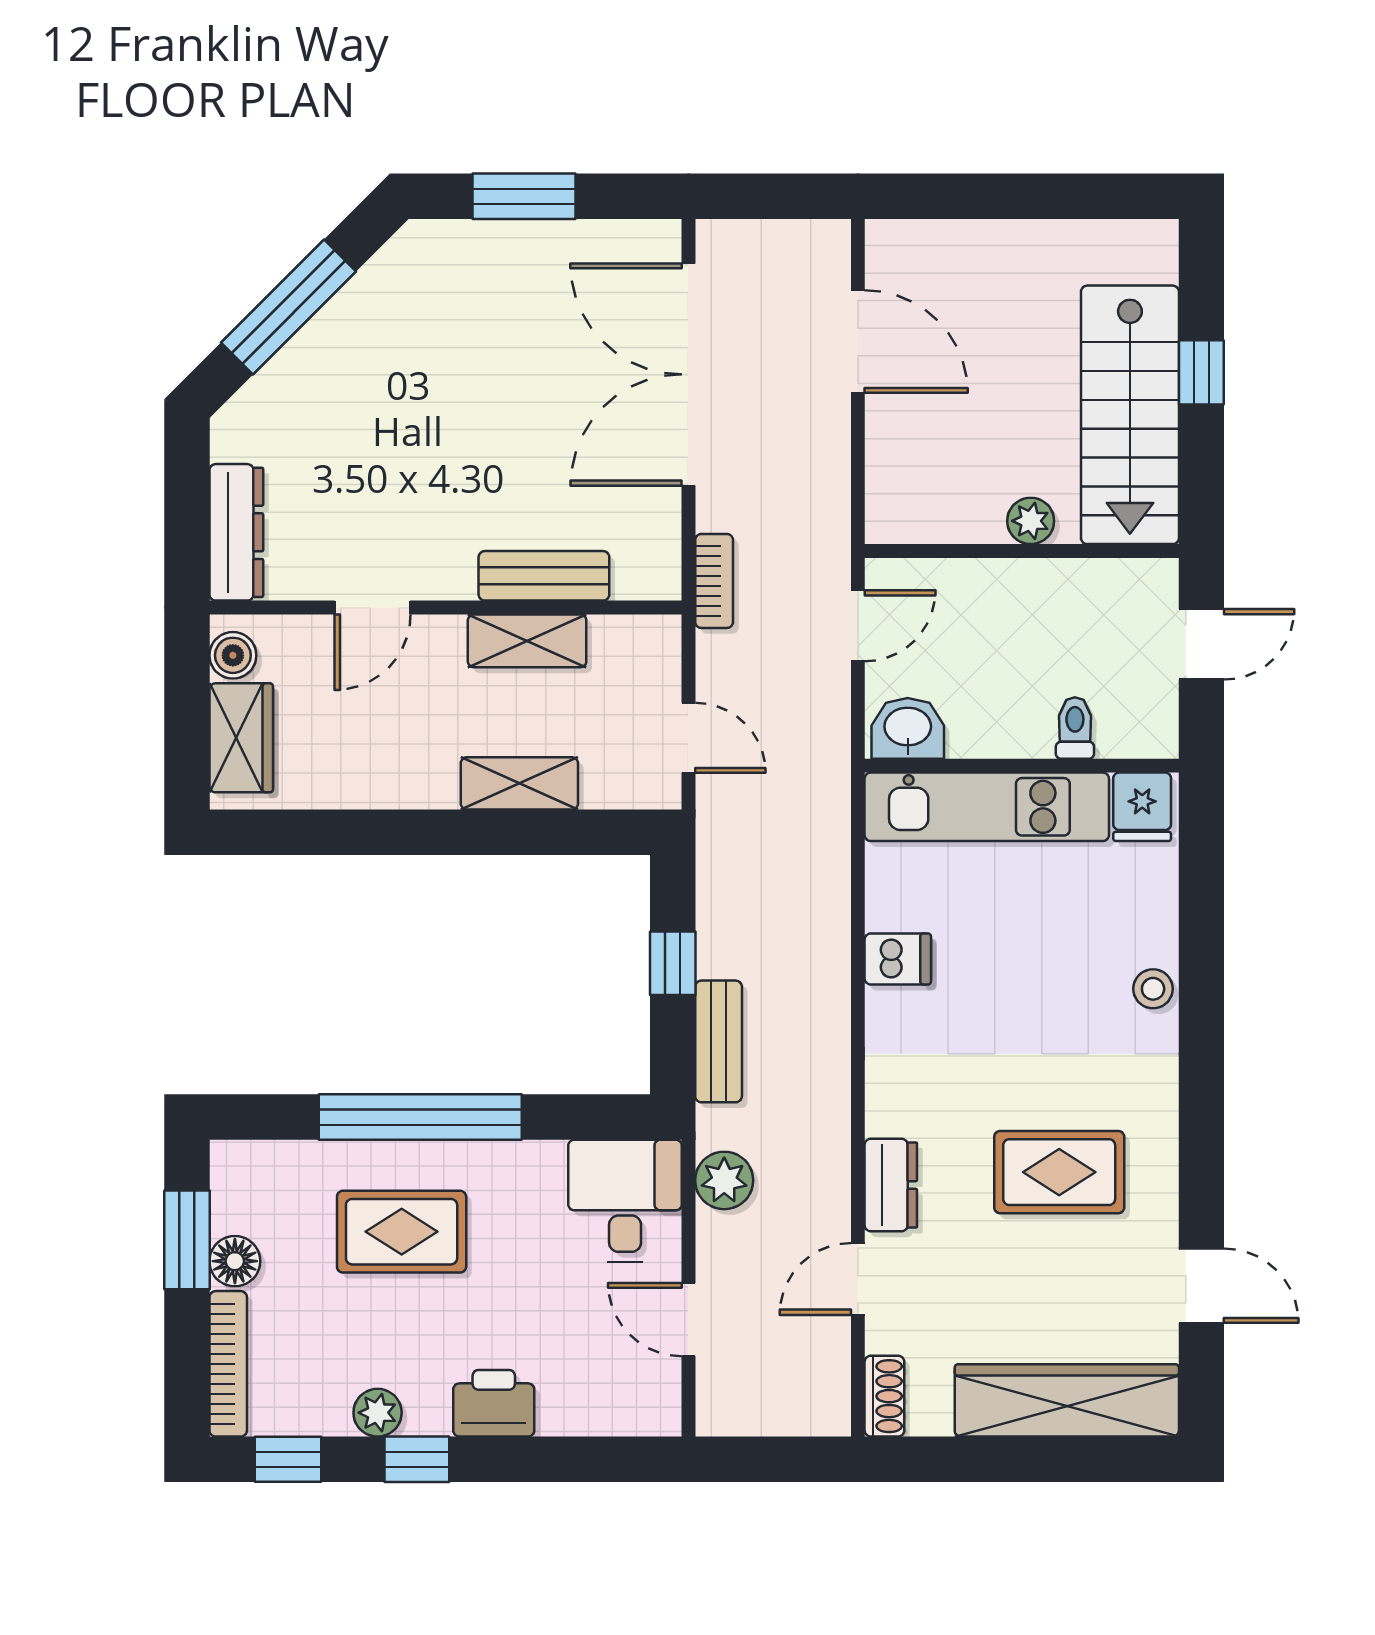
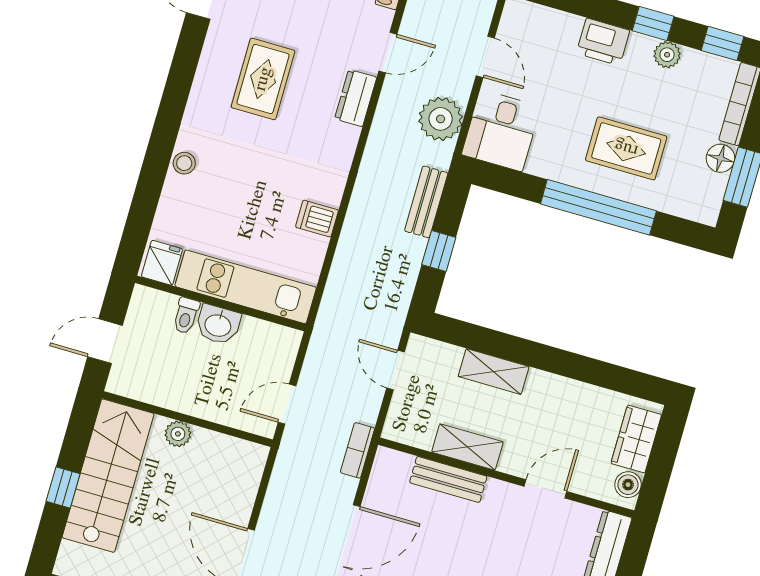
washbasin: (908, 728) -> (218, 325), moved
rug: (1059, 1172) -> (263, 79), turned 90
plant: (724, 1180) -> (441, 119), width x1.36, depth x1.36

